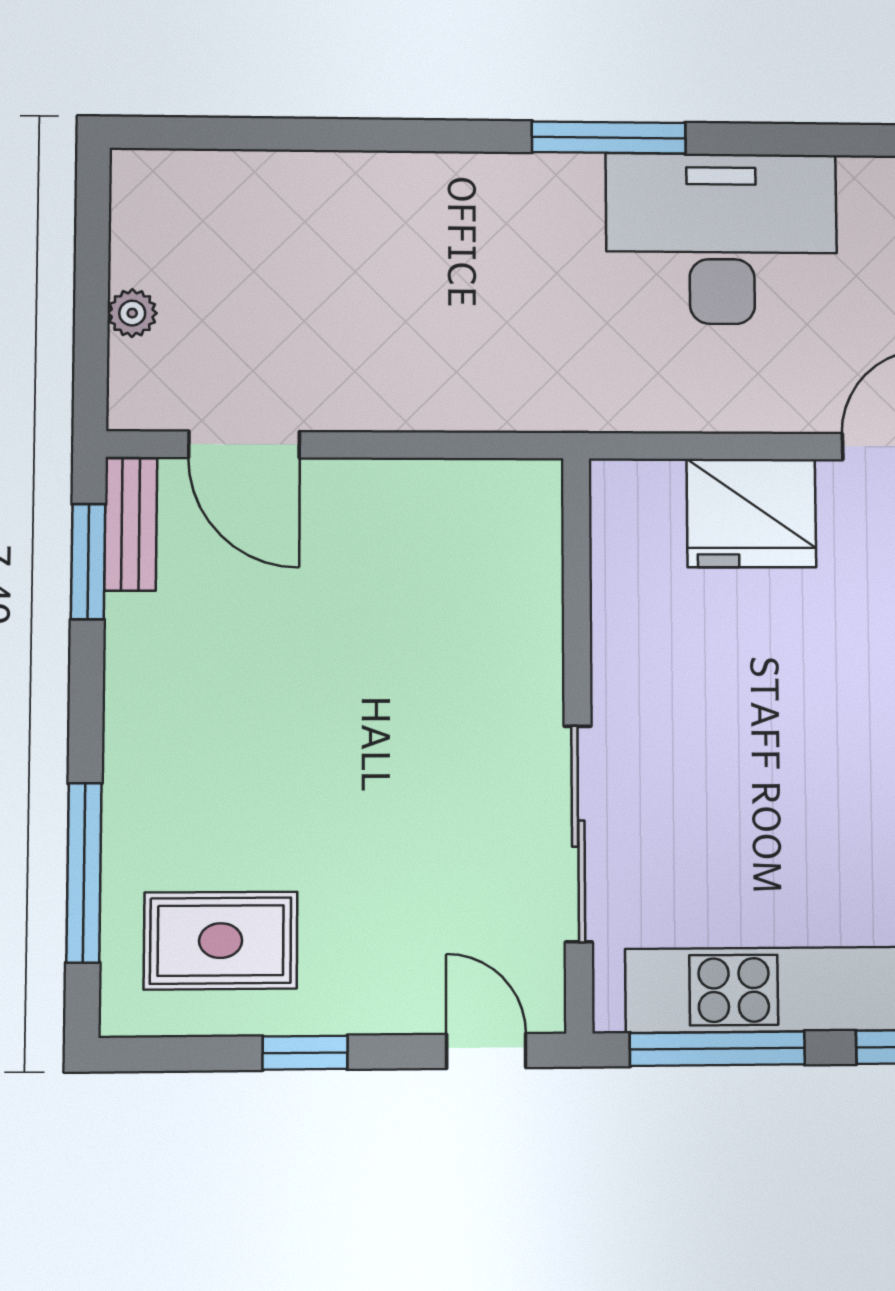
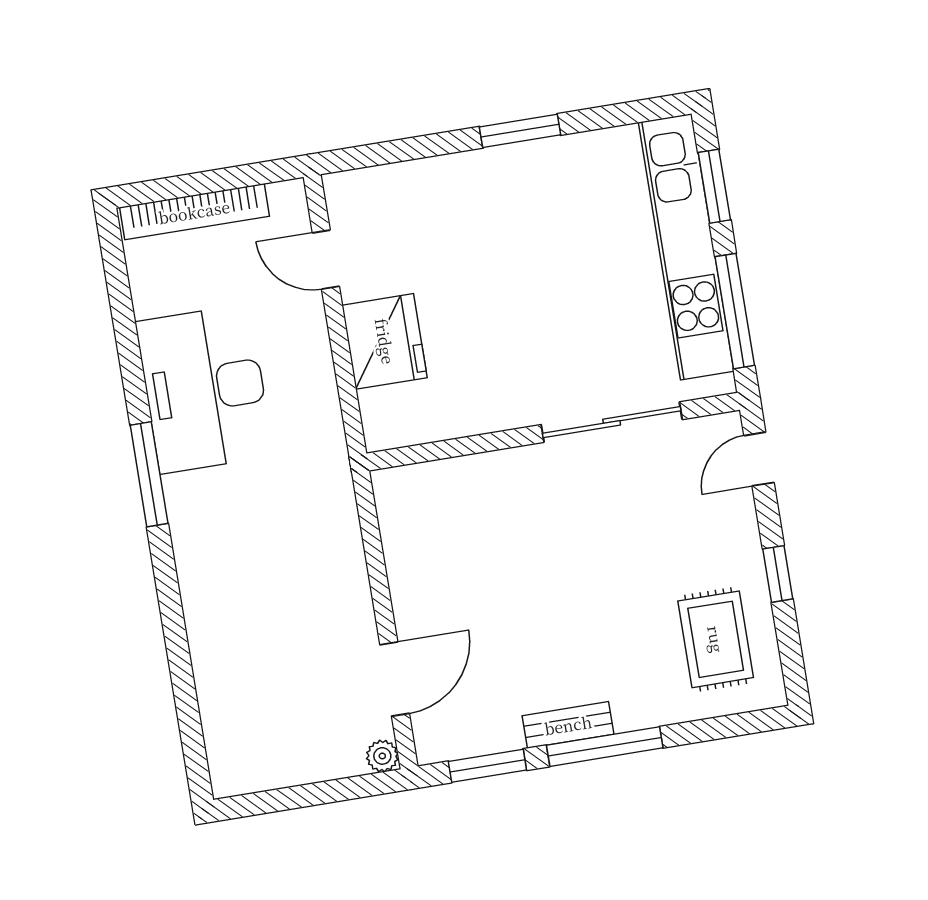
plant: (132, 313) -> (382, 756), moved
bench: (131, 524) -> (568, 725), moved
window: (84, 873) -> (605, 747), moved

